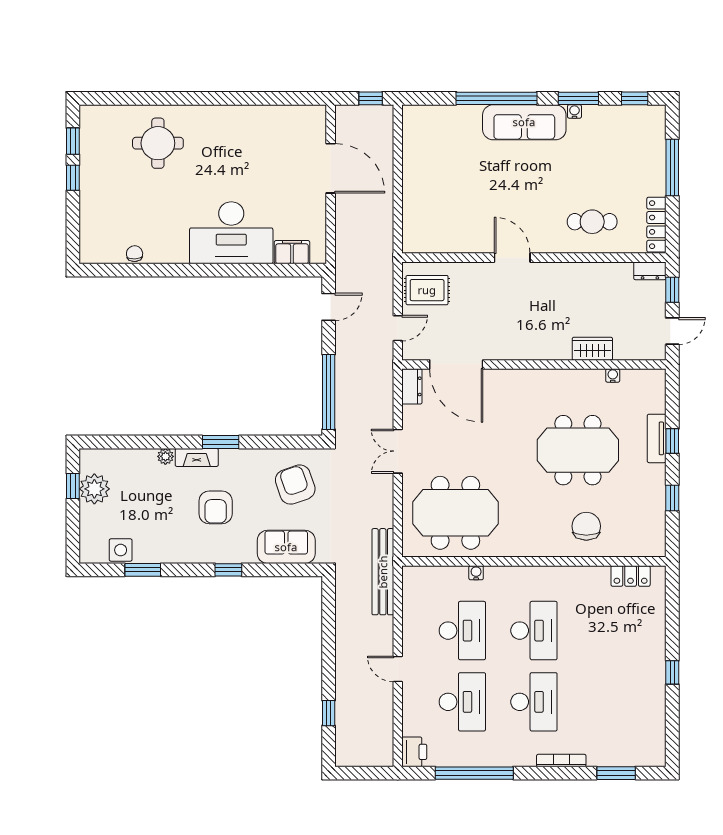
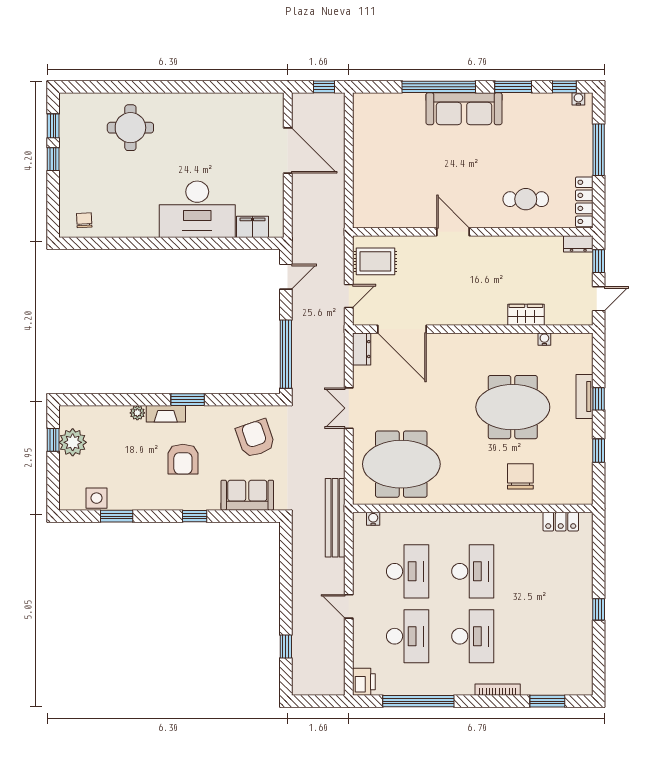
water cooler: (574, 111) -> (578, 99), moved
chair: (135, 254) -> (84, 220), moved
water cooler: (476, 573) -> (373, 519), moved

